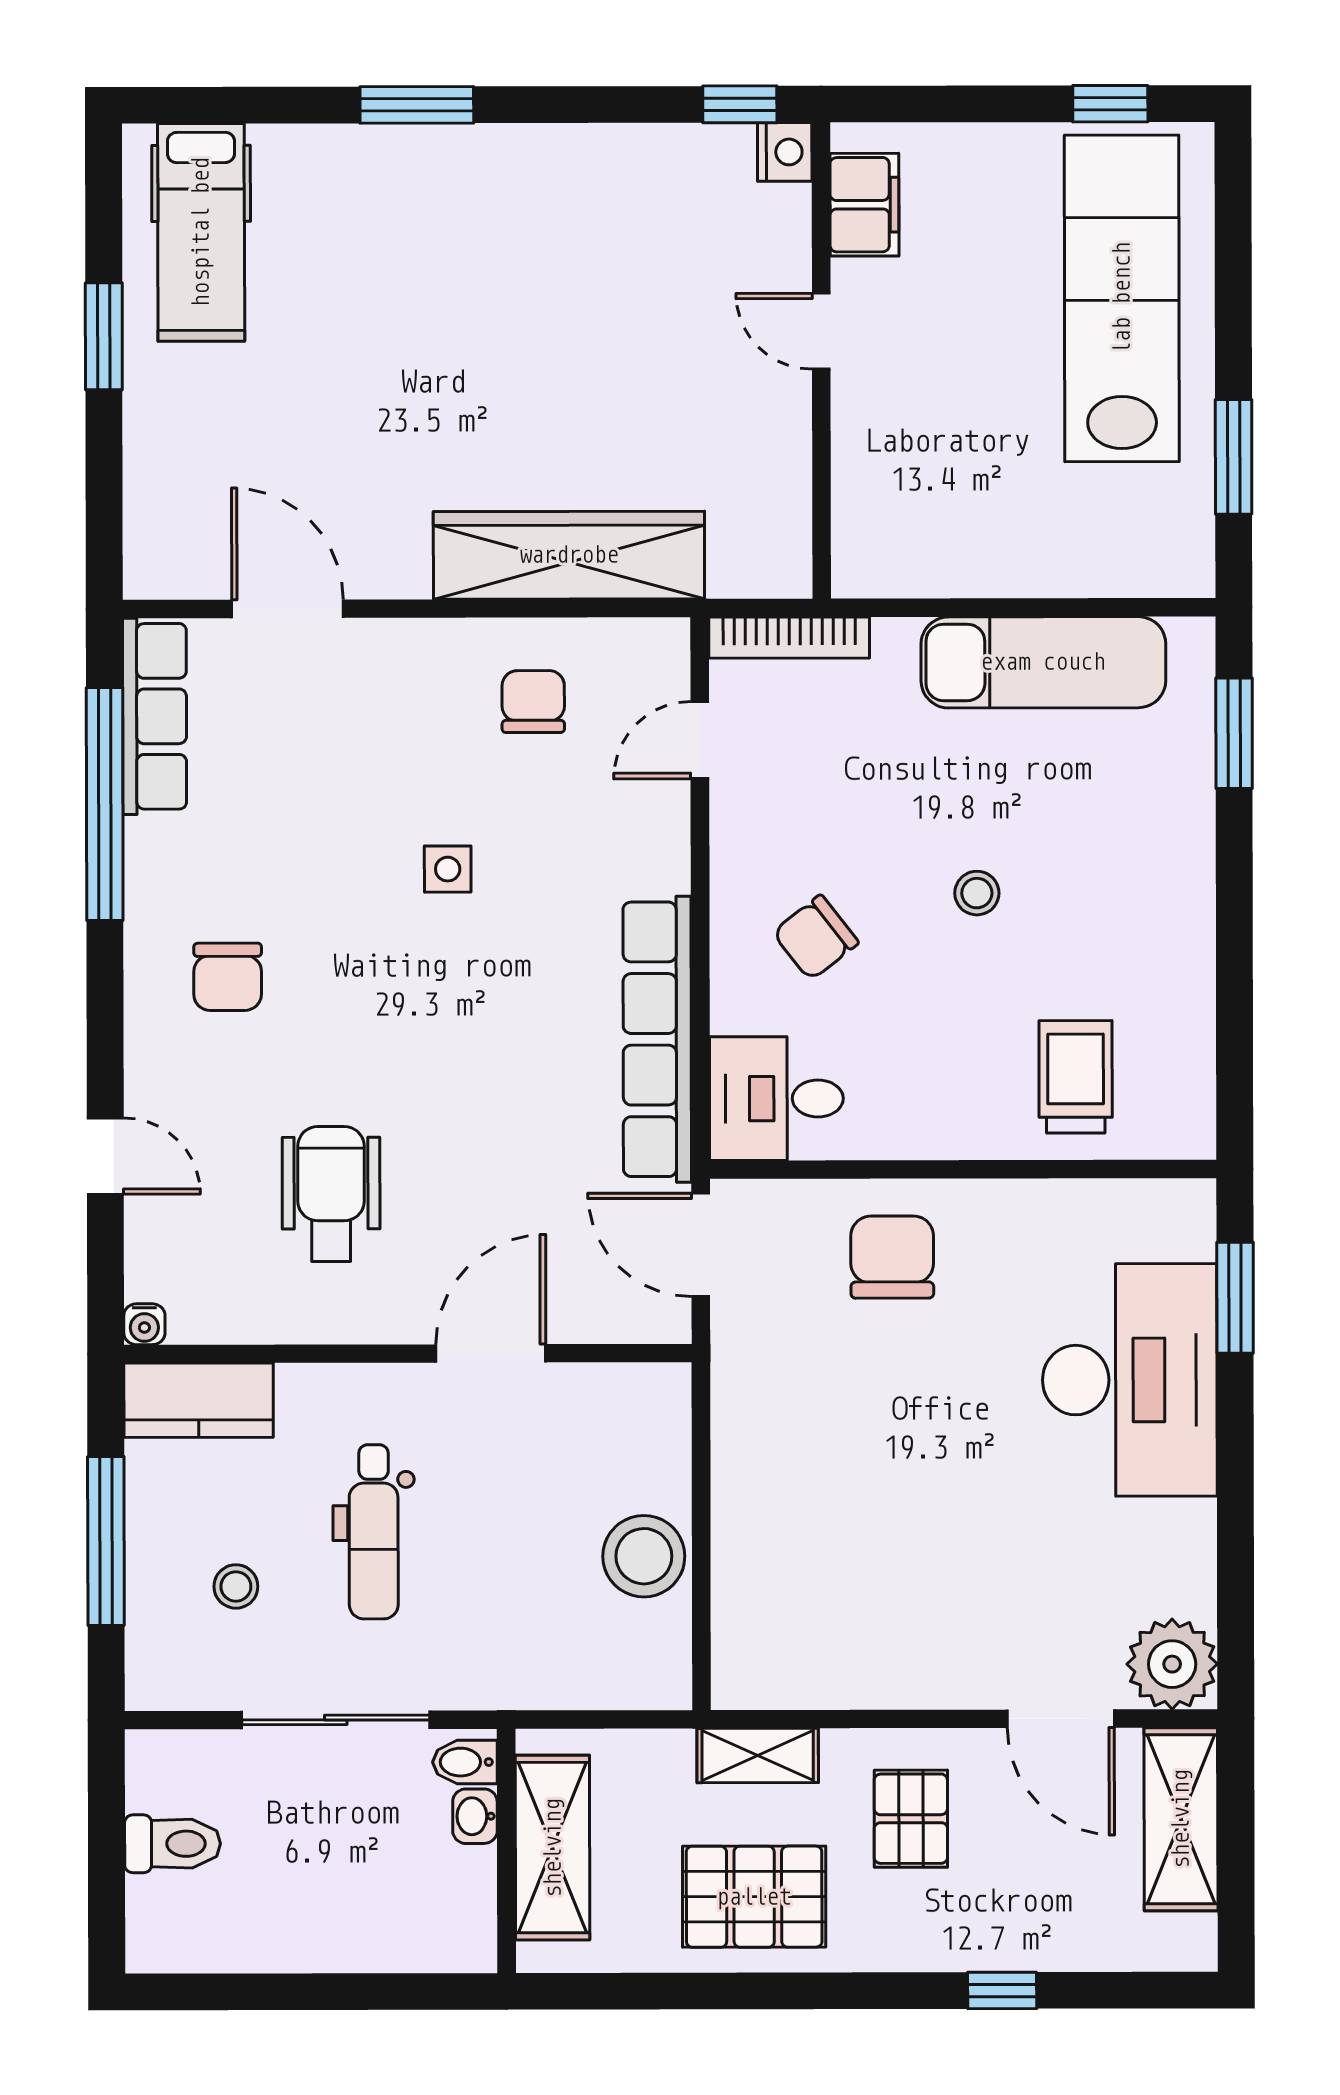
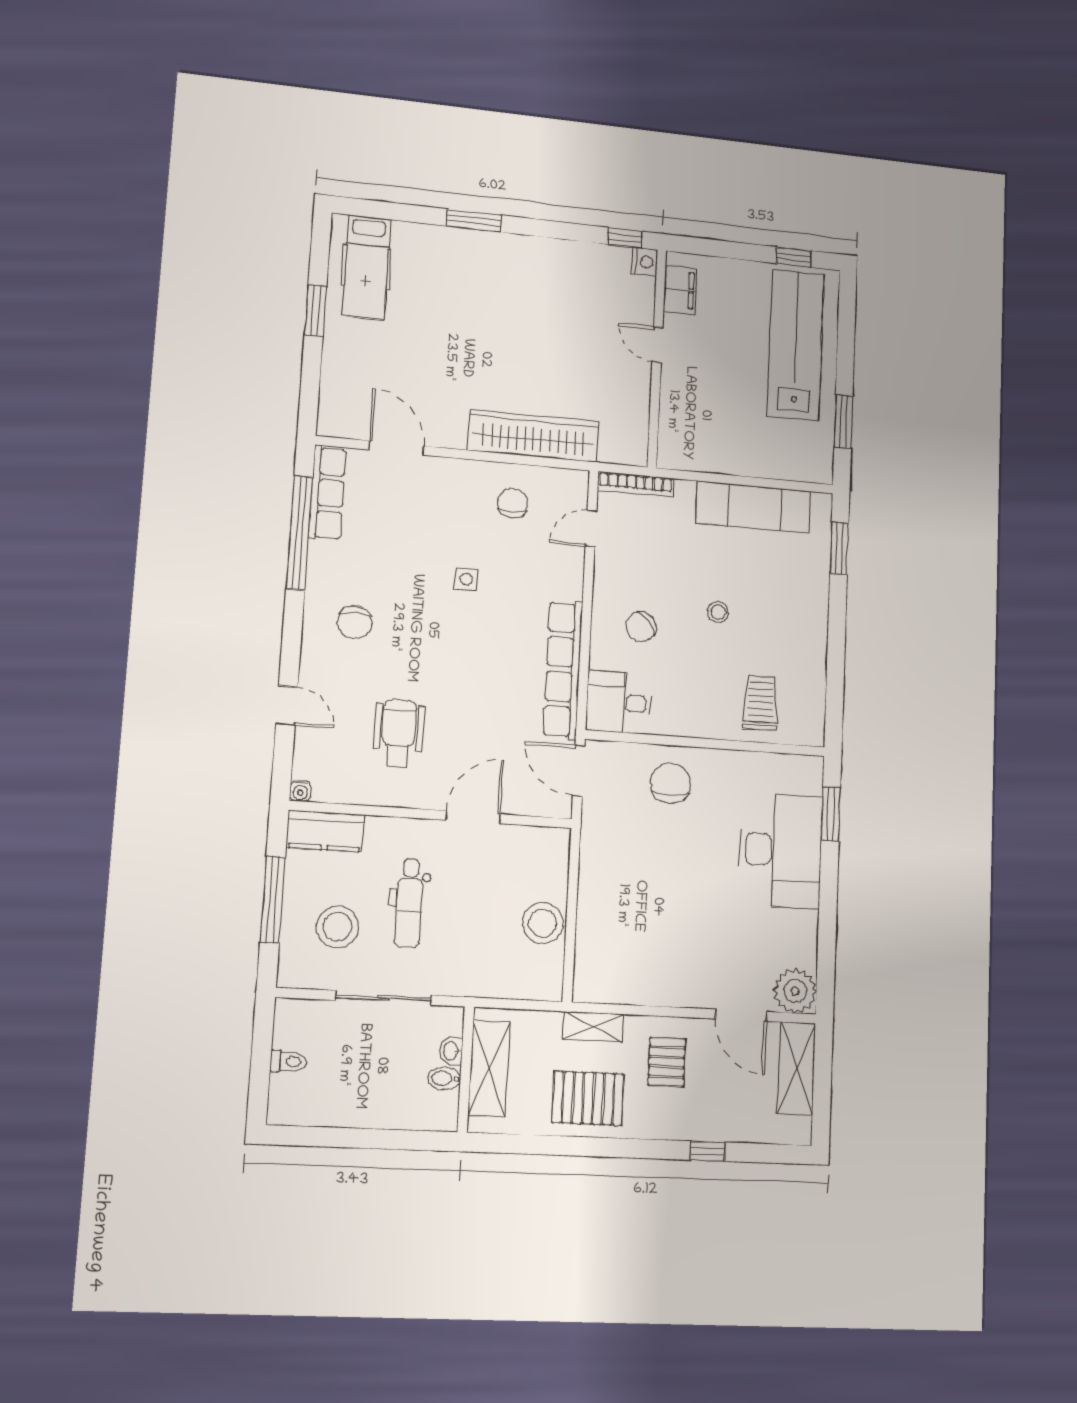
stool: (236, 1586) -> (338, 927), width x1.89, depth x1.89
bidet: (465, 1762) -> (444, 1078), moved
toilet: (173, 1844) -> (288, 1062), width x0.73, depth x0.72

